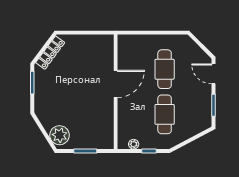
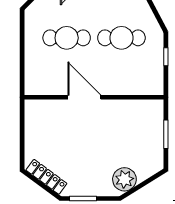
plant: (60, 135) -> (124, 179), moved
plant: (134, 144) -> (158, 75), removed

